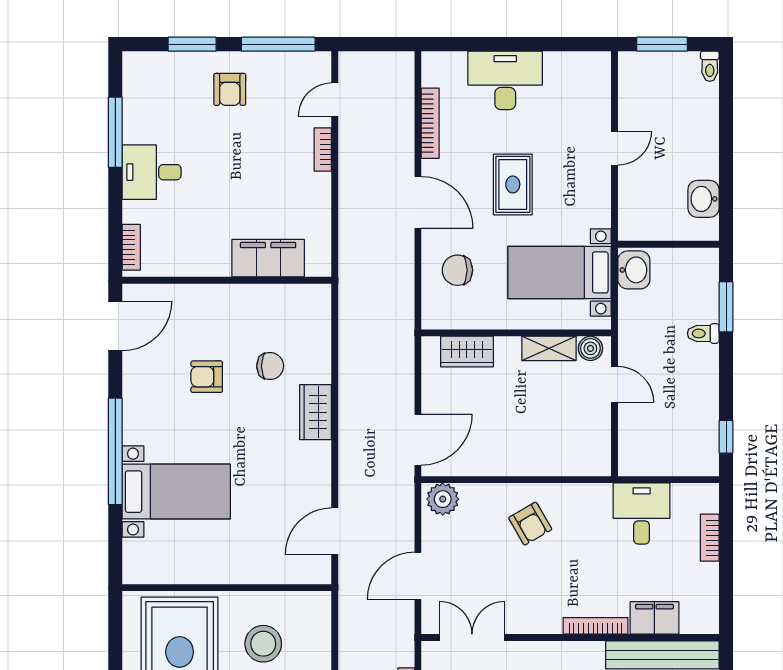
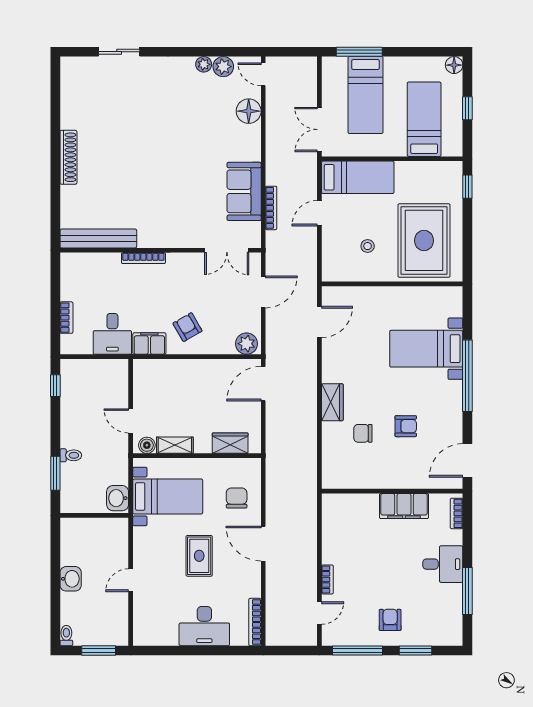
bookcase: (430, 123) -> (255, 622), moved
washbasin: (704, 199) -> (71, 579), moved
filing cabinet: (268, 258) -> (404, 506), moved
chair: (457, 270) -> (237, 498), turned -90
filing cabinet: (654, 618) -> (149, 344), moved, turned 180
stool: (263, 644) -> (368, 246), width x0.53, depth x0.53

